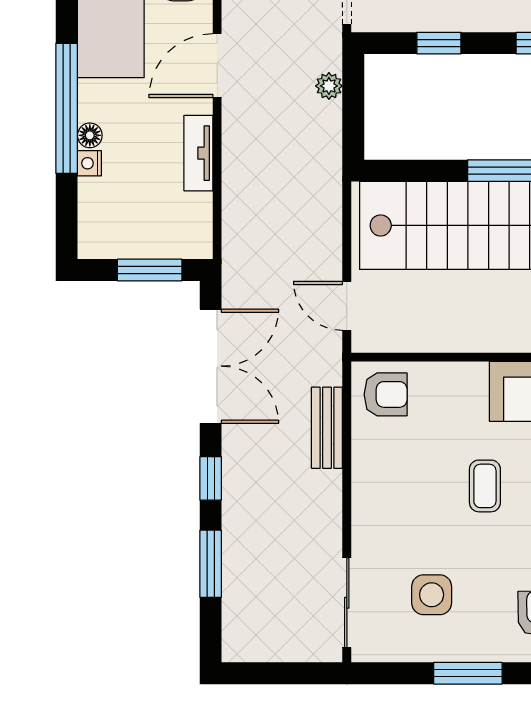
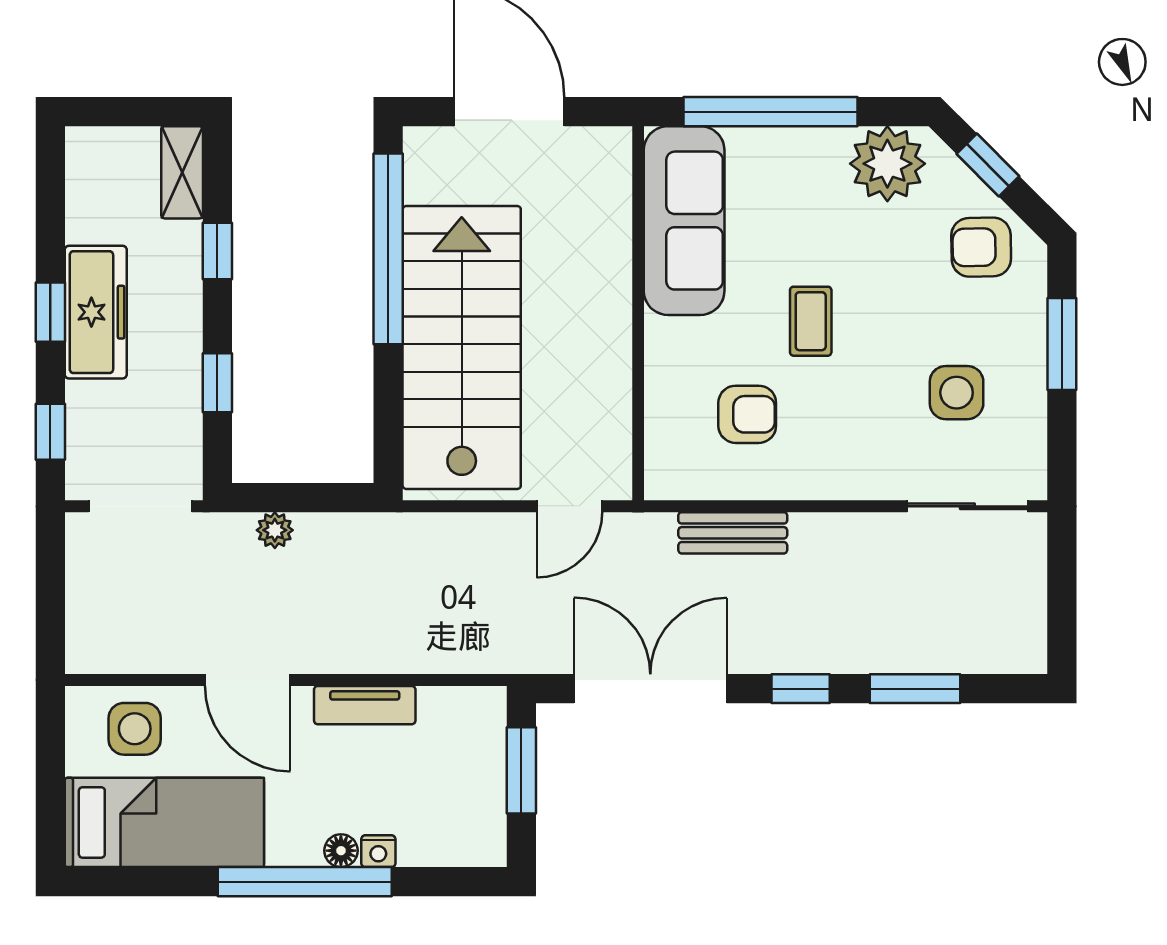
armchair: (386, 394) -> (747, 414), moved, turned 90
coffee table: (485, 486) -> (811, 321), turned 90

